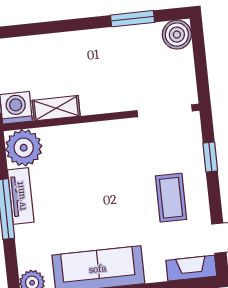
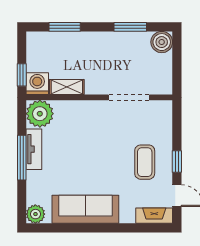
window: (45, 28) -> (65, 27), added
doorway: (165, 111) -> (129, 97), moved
window: (210, 157) -> (177, 161), moved

